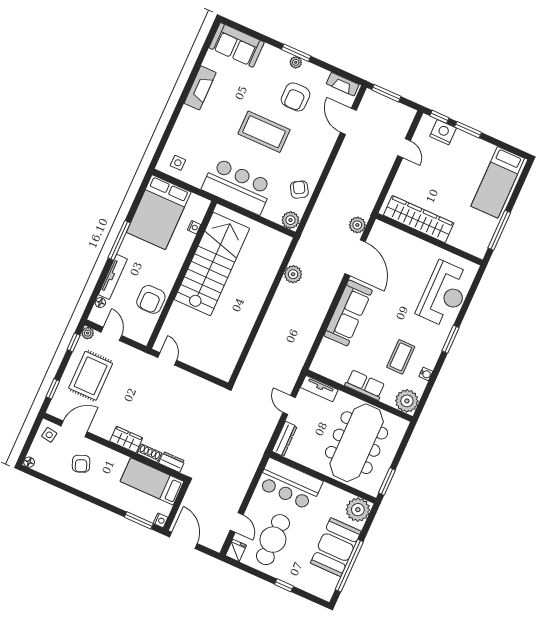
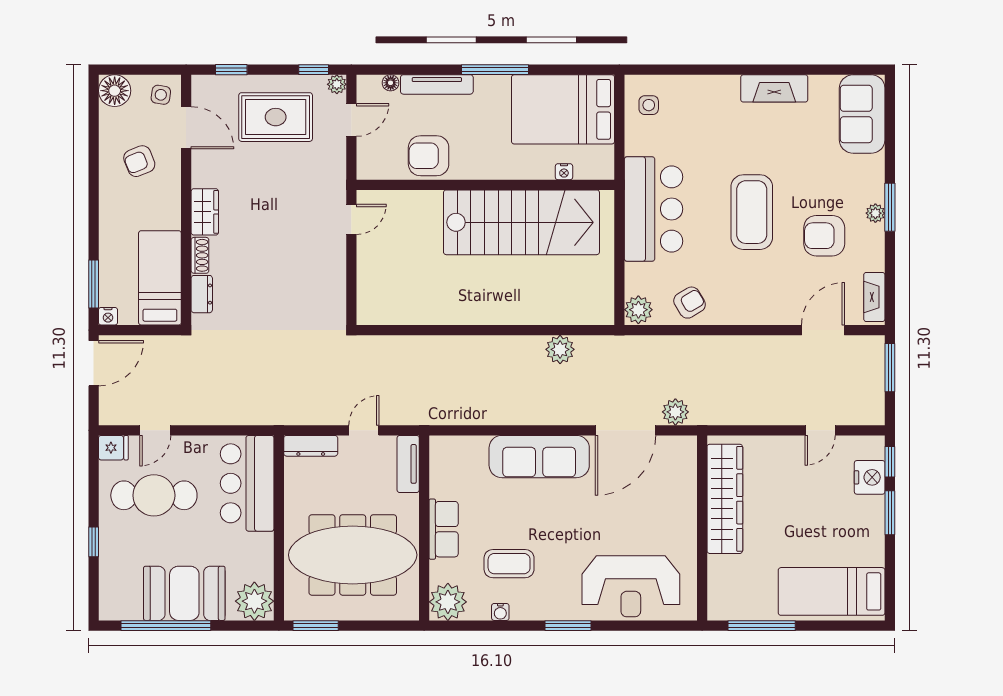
floor lamp: (29, 462) -> (115, 91), width x1.89, depth x1.89

